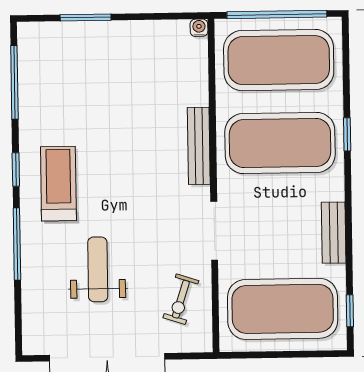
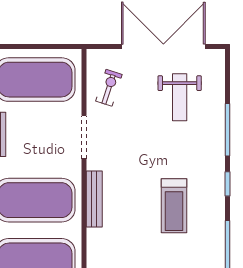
treadmill: (58, 184) -> (174, 206), moved
weight bench: (98, 269) -> (180, 97), moved

